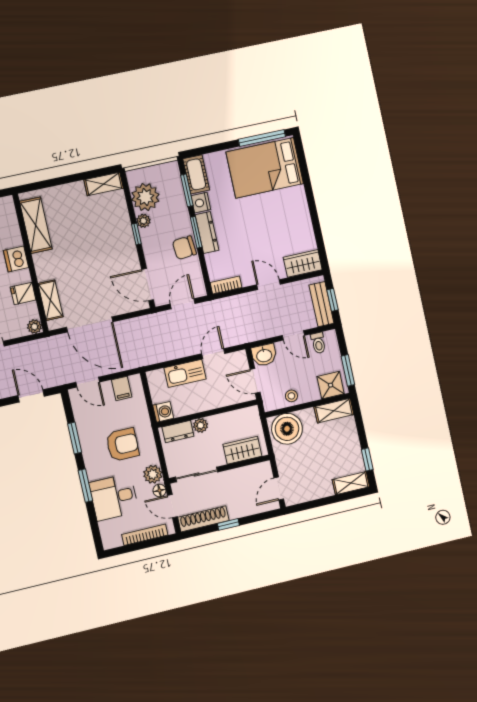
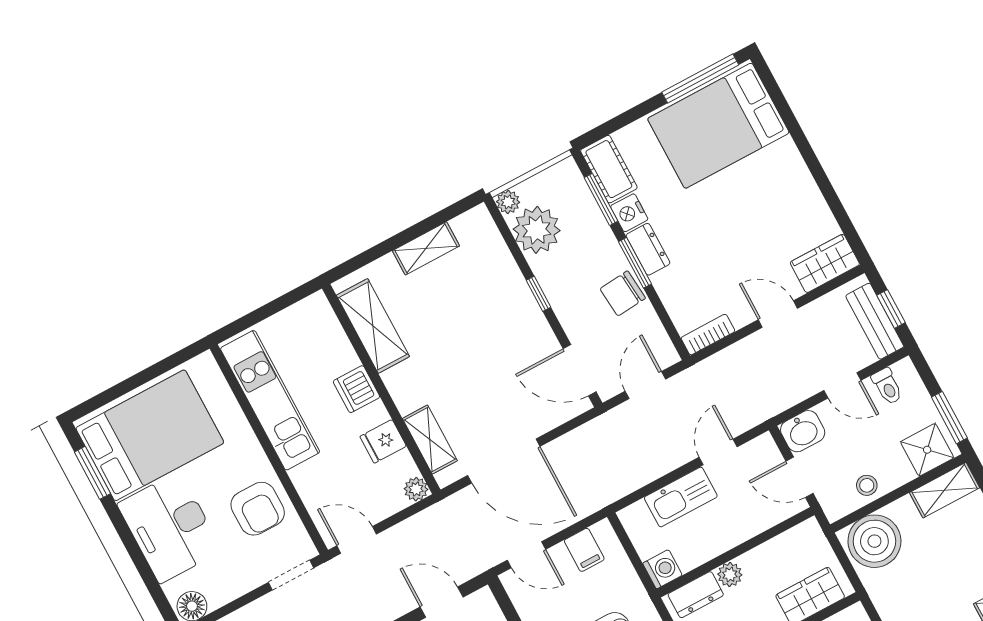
shelving: (104, 184) -> (426, 248), moved
plant: (143, 221) -> (508, 202), moved
dresser: (207, 233) -> (648, 249), width x0.70

